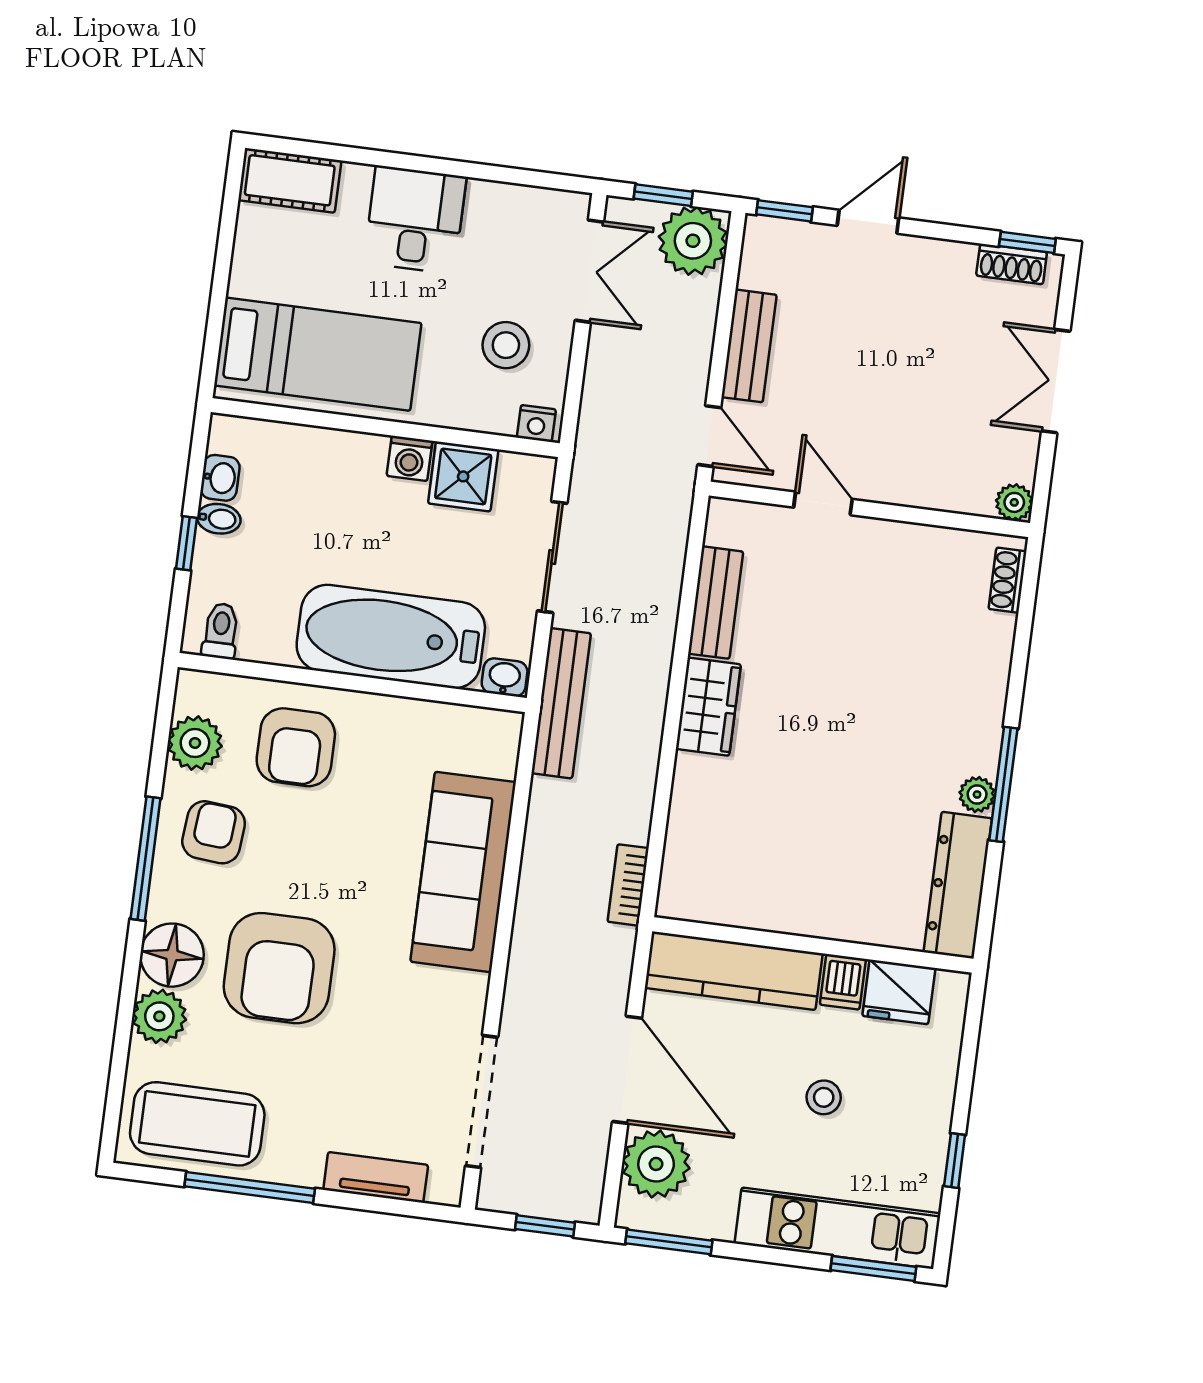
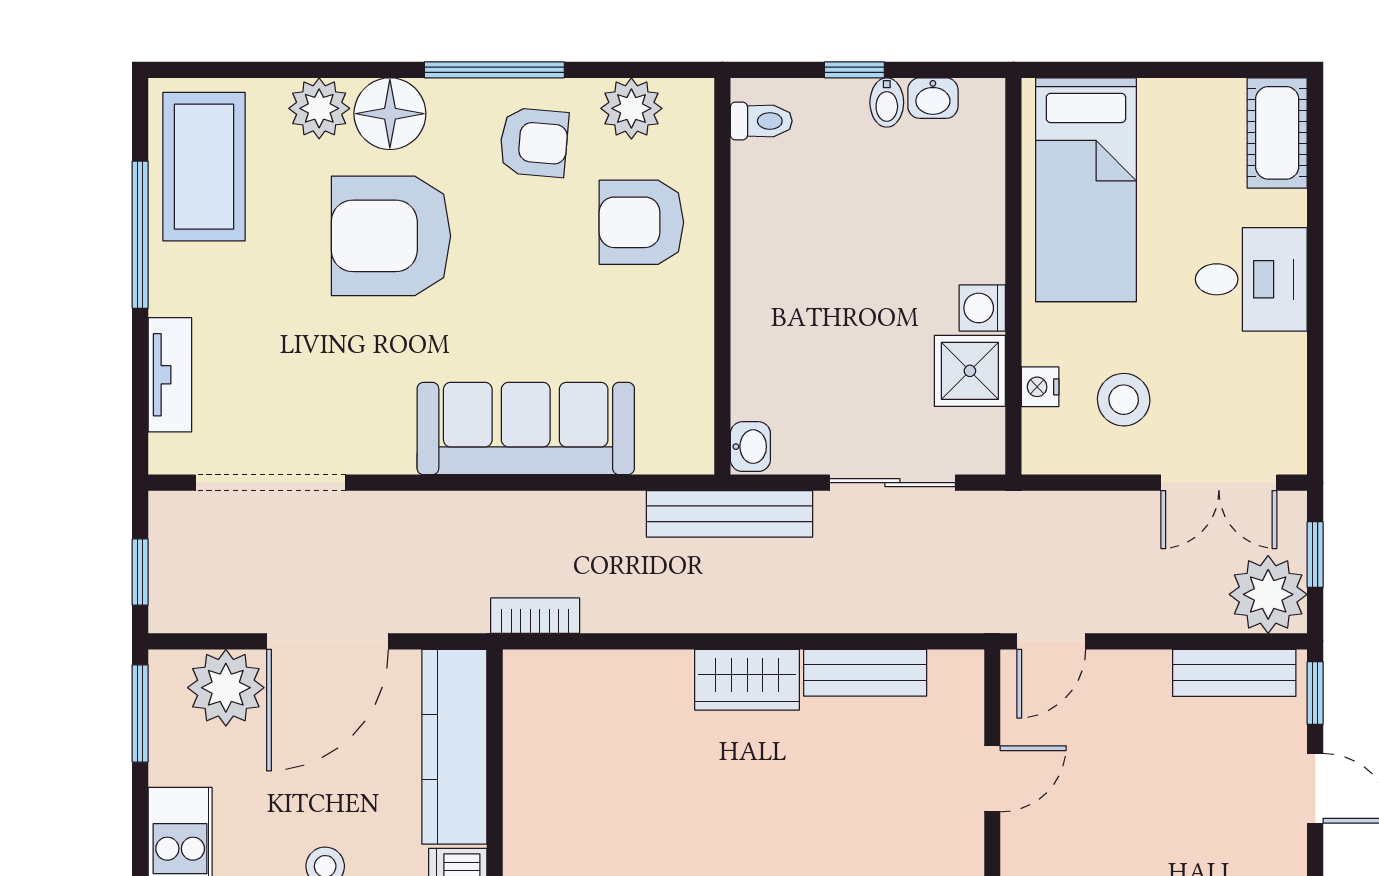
bench: (749, 346) -> (1234, 673), moved
nightstand: (536, 423) -> (1040, 387), moved
bathtub: (391, 637) -> (780, 313), removed

